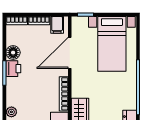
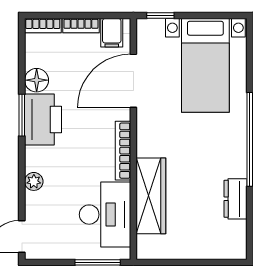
printer: (13, 69) -> (43, 120), width x1.87, depth x1.48

